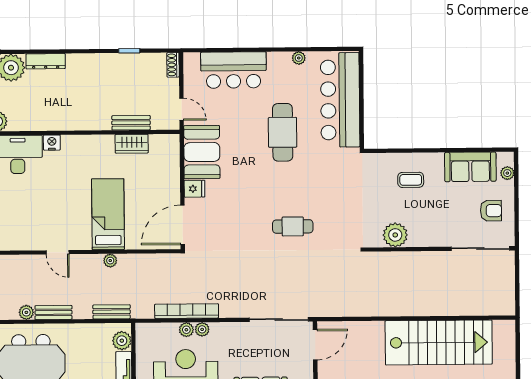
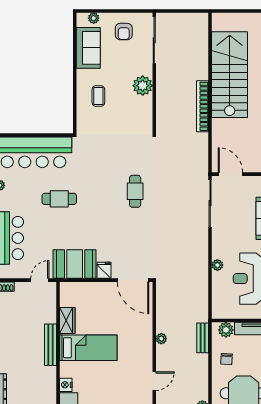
bench: (131, 123) -> (50, 345), moved, width x1.36
cafe table: (283, 132) -> (59, 199), width x0.73, depth x0.74
armchair: (491, 211) -> (124, 32), turned 180
bed: (108, 214) -> (88, 348), moved, turned 180
plant: (395, 235) -> (143, 86), moved
bookcase: (187, 311) -> (203, 106), moved
bench: (53, 312) -> (203, 385), removed
plant: (186, 330) -> (218, 278), removed
chair: (85, 342) -> (227, 359), added

